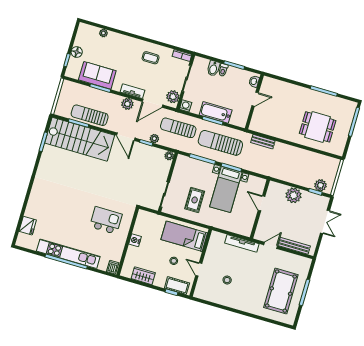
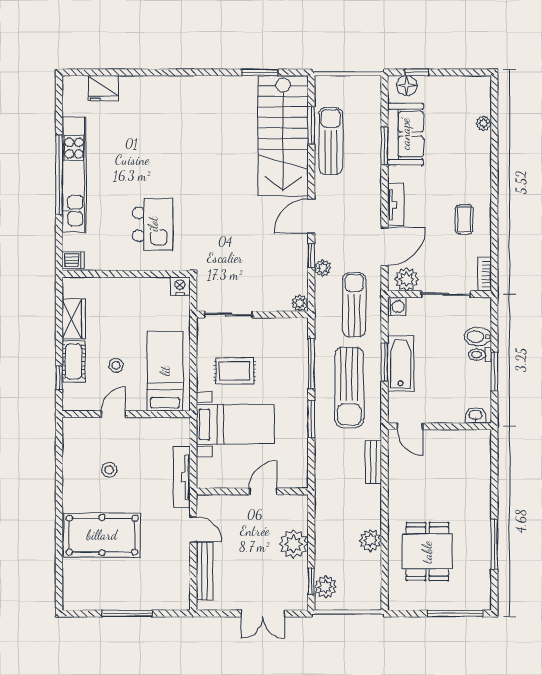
floor lamp: (77, 52) -> (407, 86), moved
door: (255, 99) -> (410, 426), moved
door: (152, 103) -> (384, 246), swing flipped
plant: (127, 104) -> (370, 540), moved
sun lounger: (220, 143) -> (349, 387), turned 180
bed with nightstands: (226, 189) -> (235, 424), moved, turned 180
nightstand: (135, 240) -> (180, 286), moved
cot: (177, 286) -> (74, 361), moved
pool table: (281, 291) -> (102, 535), moved

